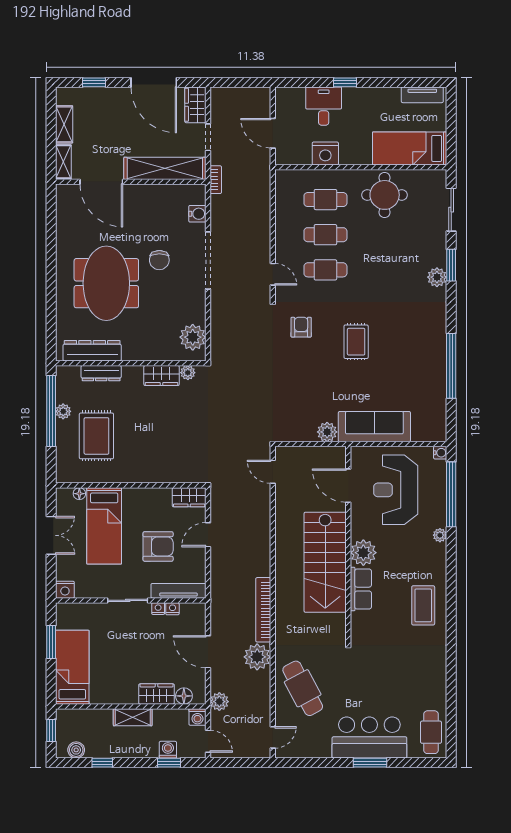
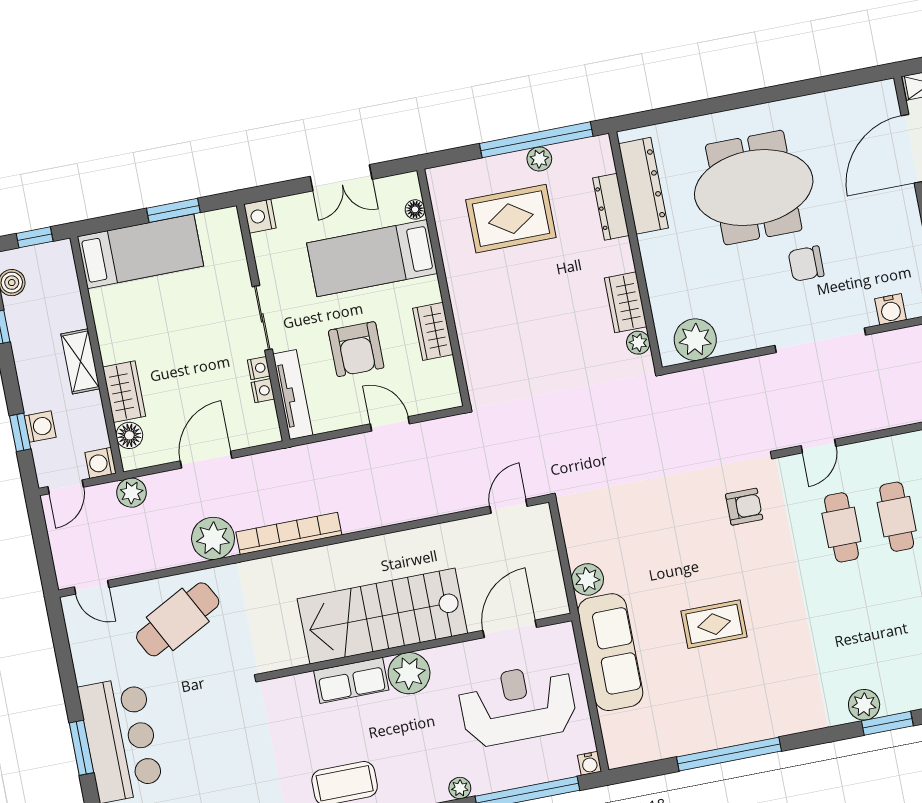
rug: (356, 342) -> (714, 624), moved
wardrobe: (189, 497) -> (433, 331), moved

